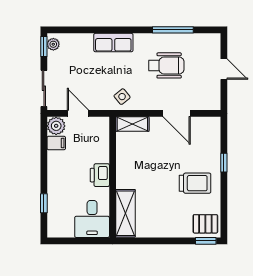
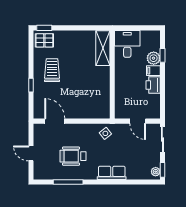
door: (177, 113) -> (55, 121), moved
shelving: (132, 124) -> (98, 113), removed
plant: (56, 126) -> (154, 58), moved
filing cabinet: (56, 143) -> (153, 71), moved
printer: (100, 175) -> (153, 85), moved, turned 180
trolley: (195, 183) -> (52, 70), turned 90

